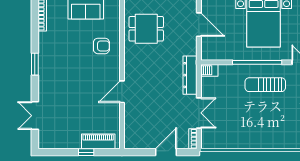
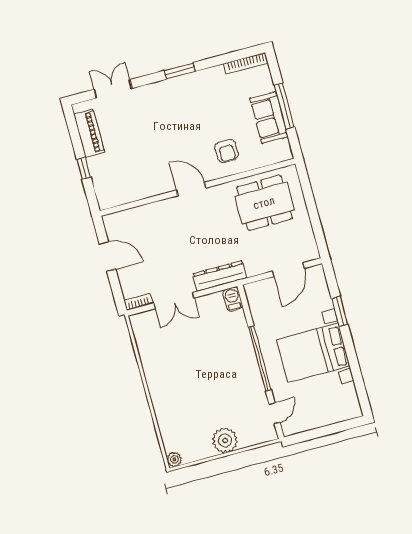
dining table: (146, 29) -> (264, 203), width x1.38
sun lounger: (265, 85) -> (234, 377), removed
door: (122, 92) -> (191, 189), moved
piano: (98, 141) -> (89, 133), moved
door: (166, 152) -> (108, 257), moved

